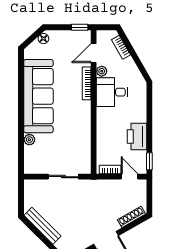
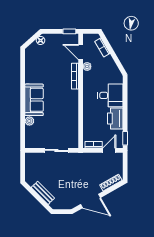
door: (94, 53) -> (81, 52), hinge flipped
desk: (112, 92) -> (110, 95), moved, turned 180
sofa: (38, 96) -> (34, 100), width x0.54, depth x0.79
door: (130, 177) -> (109, 150), hinge flipped
bench: (42, 226) -> (43, 193), width x0.73

